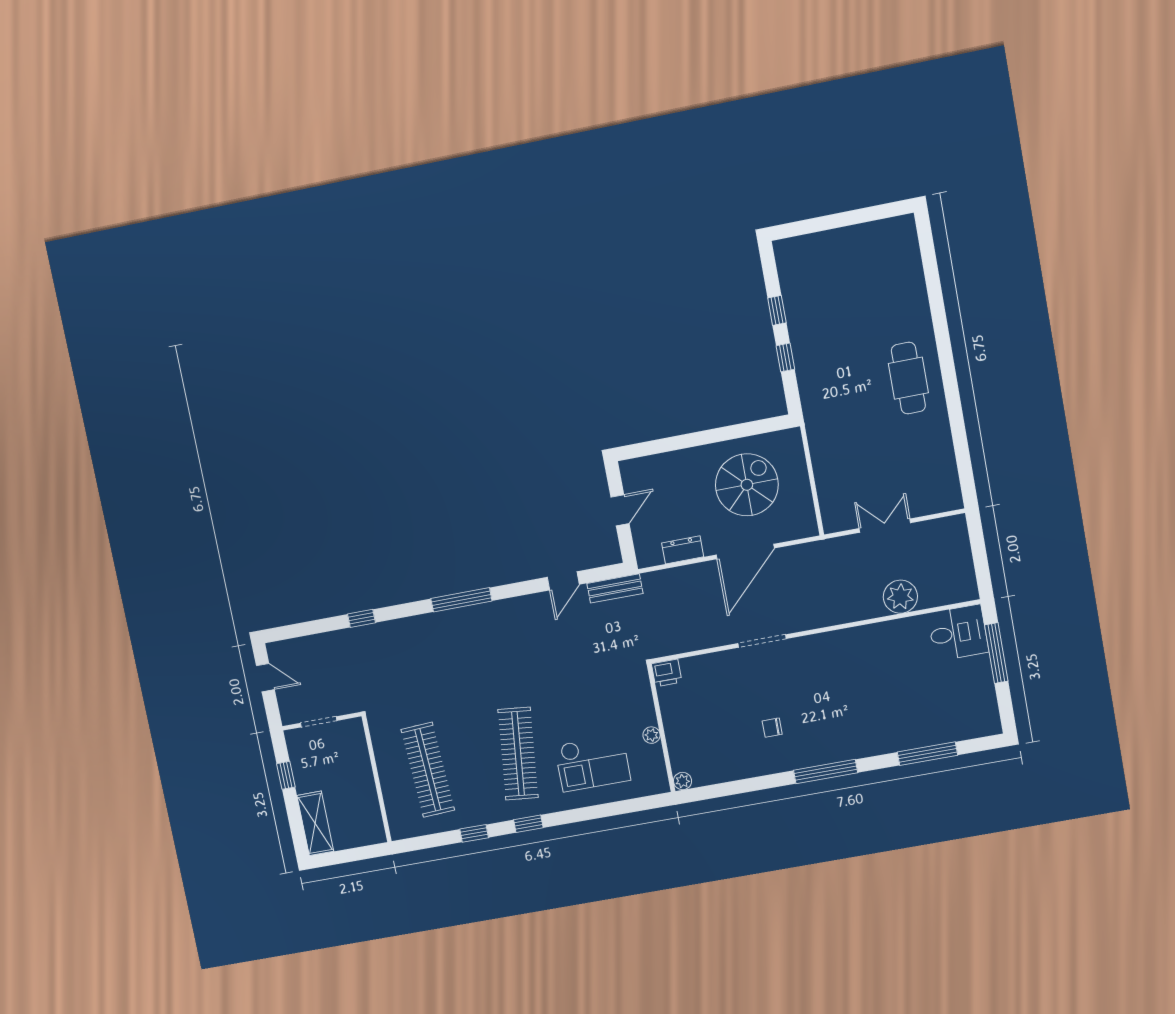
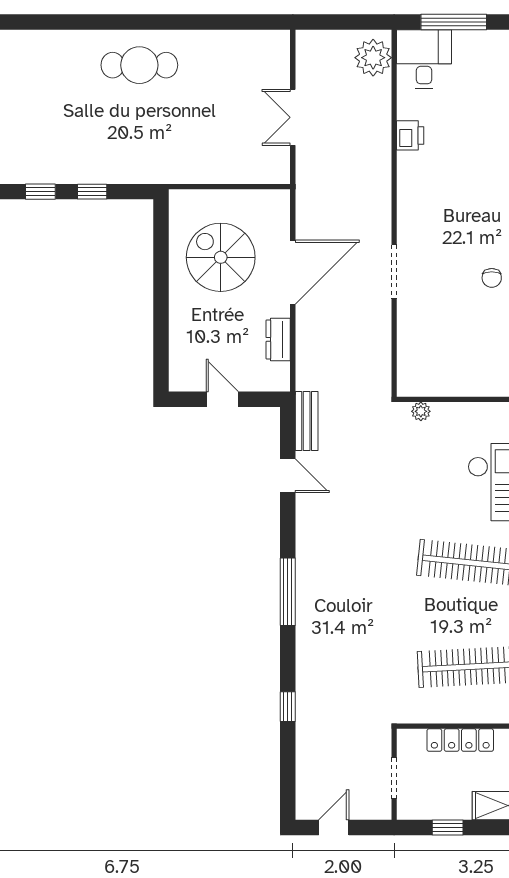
door: (745, 552) -> (293, 272), hinge flipped
plant: (900, 597) -> (373, 58), moved
printer: (667, 673) -> (410, 135), moved
plant: (652, 735) -> (421, 411), moved
locker: (363, 773) -> (460, 740), added

